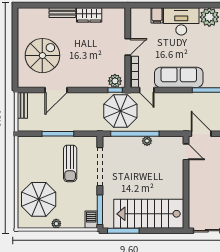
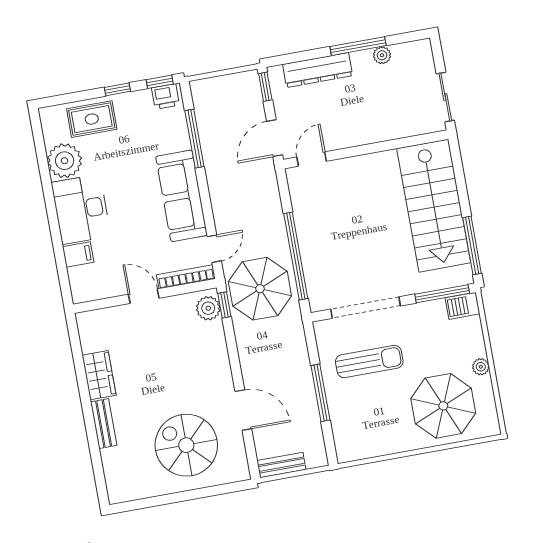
plant: (147, 141) -> (305, 232), removed

